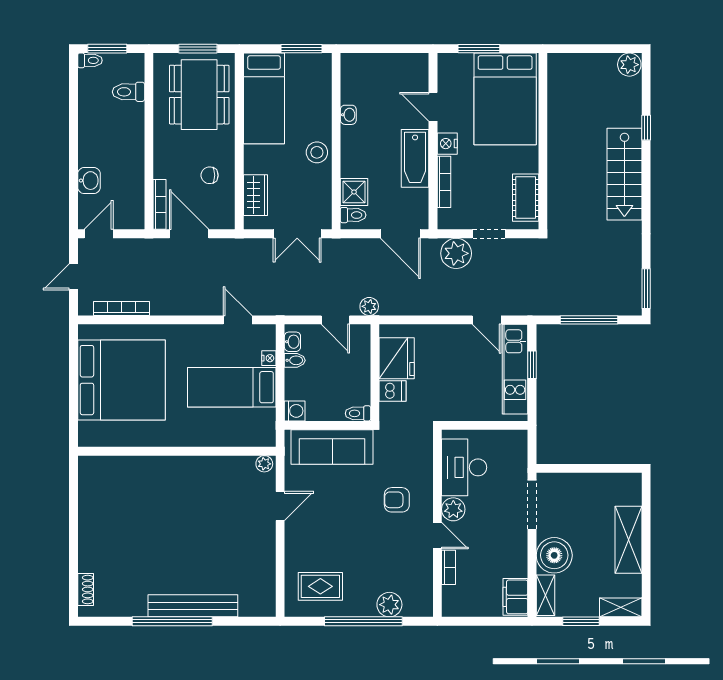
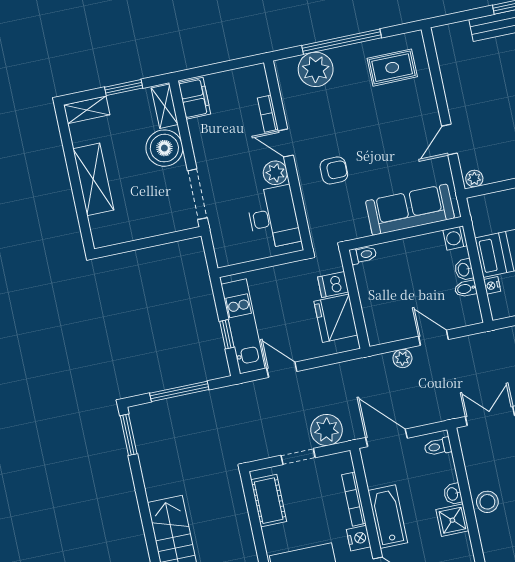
washbasin: (348, 115) -> (453, 494), moved
shower: (354, 192) -> (452, 520), moved
washbasin: (292, 342) -> (464, 270), moved
fridge: (397, 358) -> (336, 318), moved
wall: (375, 373) -> (355, 299), moved
dishwasher: (393, 391) -> (333, 285), moved
toilet: (358, 413) -> (363, 255), moved
plant: (389, 605) -> (316, 69), width x1.36, depth x1.36

